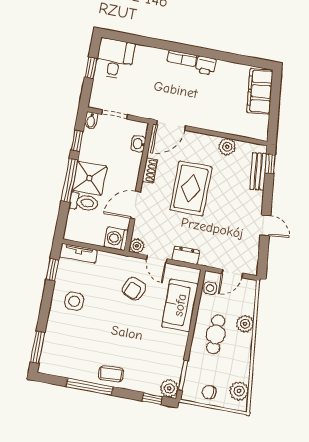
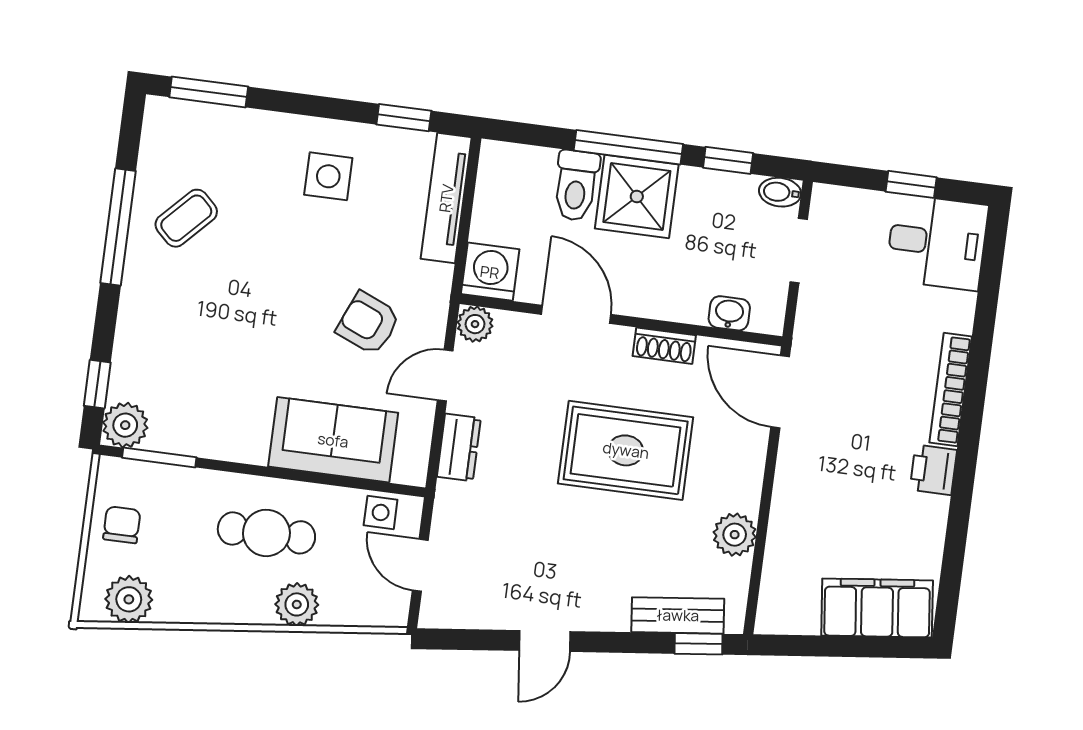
bookcase: (182, 58) -> (951, 390), width x1.56
tv unit: (78, 253) -> (446, 198), width x1.41
coffee table: (111, 374) -> (186, 218), moved, turned 48

